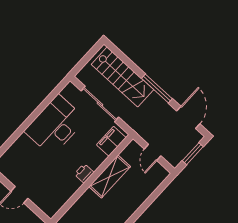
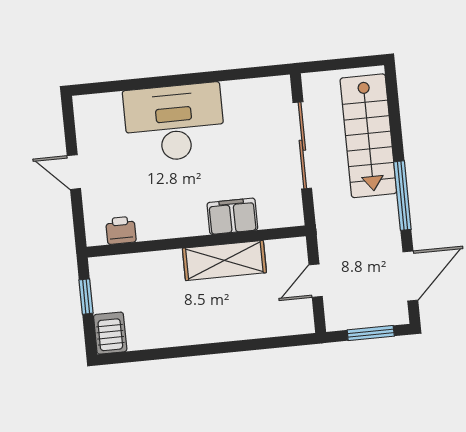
desk: (55, 125) -> (174, 123), moved
filing cabinet: (111, 141) -> (232, 216), moved
printer: (84, 173) -> (121, 230), moved

